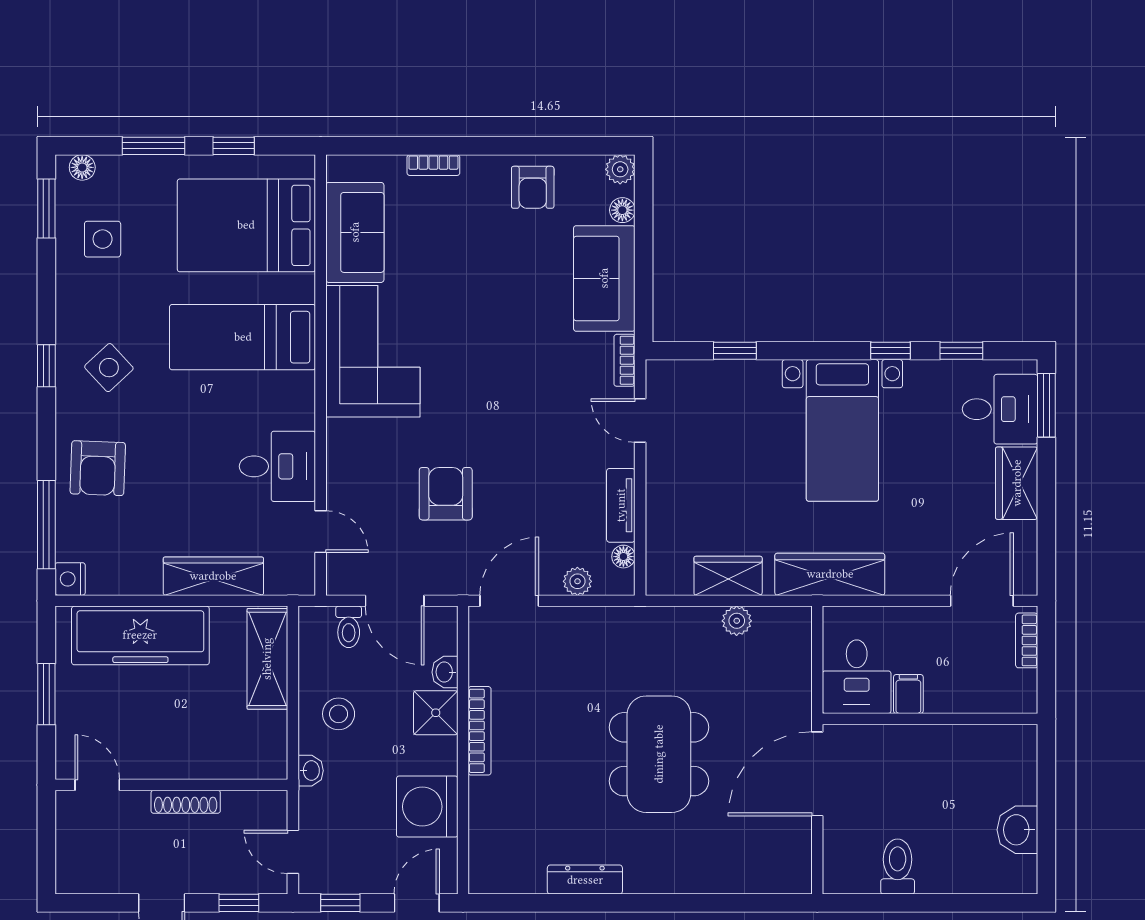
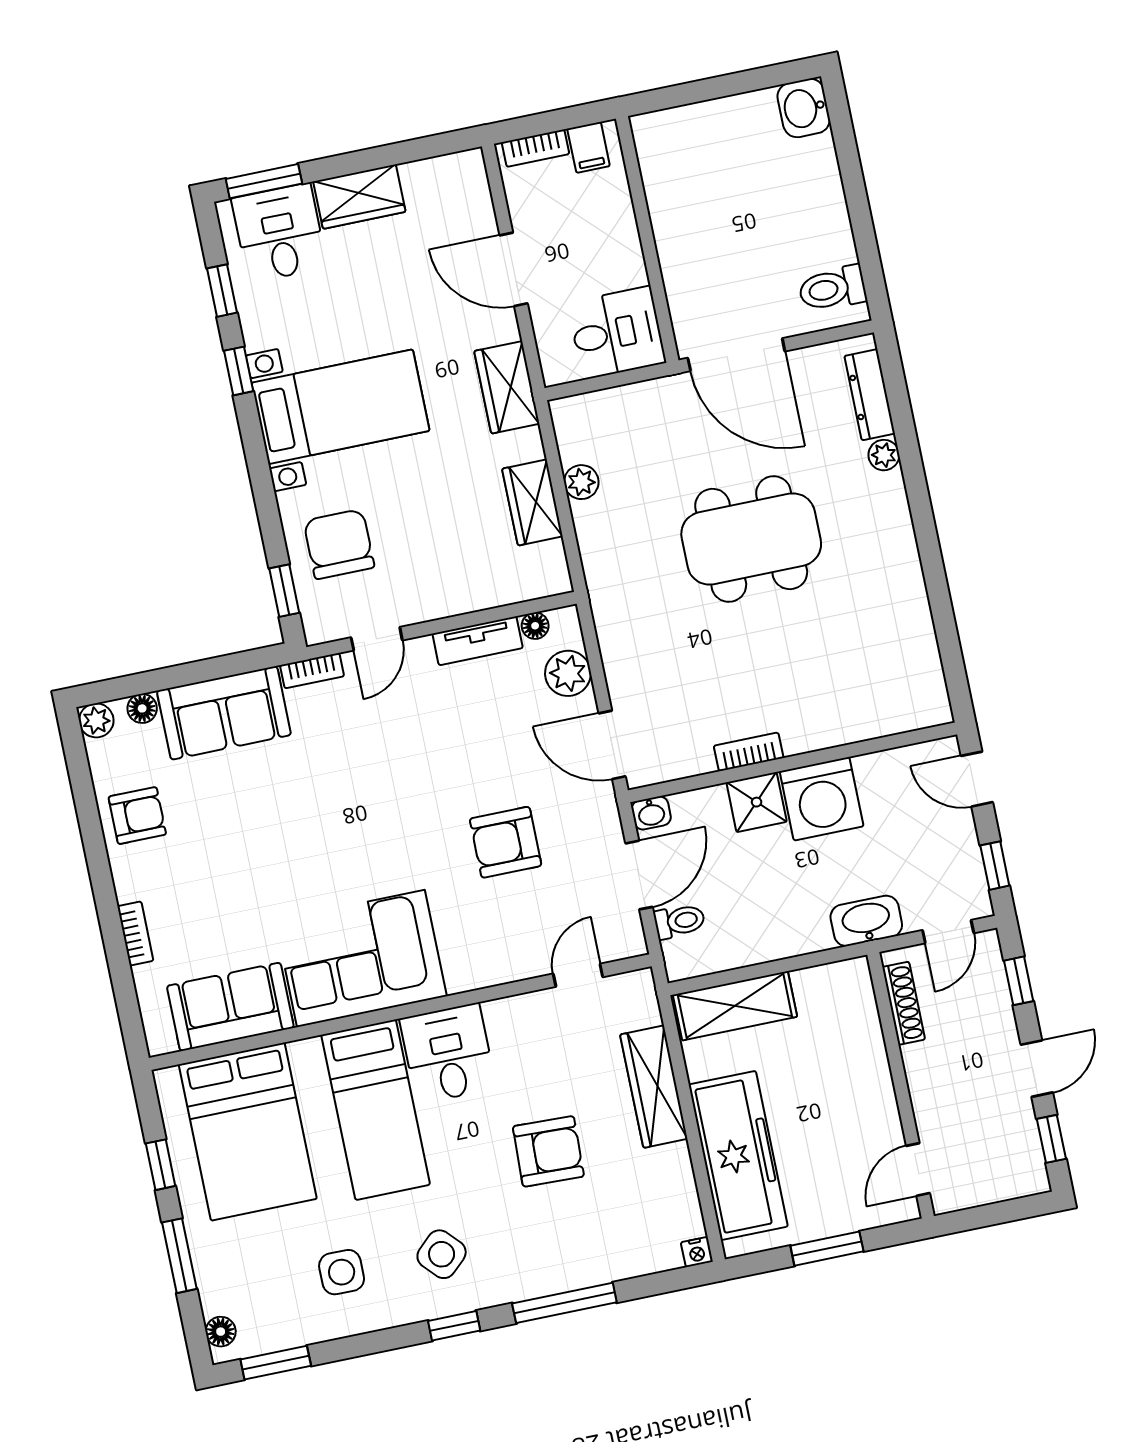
side table: (103, 239) -> (342, 1272), moved
window: (735, 351) -> (284, 591), moved
chair: (727, 405) -> (339, 544), added
desk: (277, 466) -> (448, 1053), moved
armchair: (98, 468) -> (548, 1151), moved
window: (46, 525) -> (564, 1303), moved
wardrobe: (830, 574) -> (507, 387), width x0.67
nightstand: (70, 579) -> (697, 1252), width x0.72, depth x0.74
plant: (577, 581) -> (568, 673), width x1.38, depth x1.38
door: (982, 601) -> (514, 269), moved
washbasin: (445, 672) -> (651, 813), moved
filing cabinet: (908, 694) -> (589, 147), moved, turned -90
stool: (339, 714) -> (781, 912), removed
bookcase: (480, 731) -> (749, 752), width x0.64
washbasin: (311, 771) -> (866, 921), width x1.91, depth x1.45
shoe rack: (186, 802) -> (904, 1003), moved
washing machine: (427, 807) -> (822, 799), moved
washbasin: (1017, 830) -> (804, 108), moved, turned 90
toilet: (898, 867) -> (832, 289), moved
dresser: (585, 880) -> (870, 395), moved
plant: (707, 881) -> (884, 455), added
window: (100, 903) -> (1051, 1139), added

